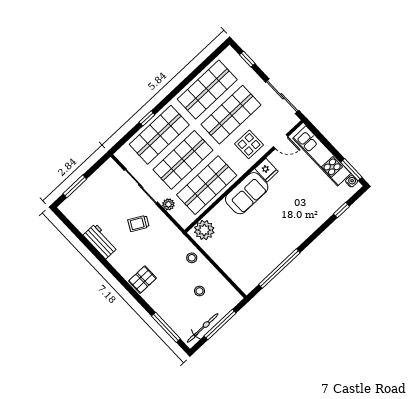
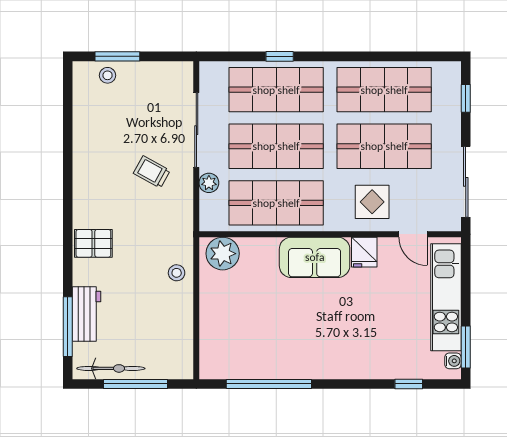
workbench: (100, 241) -> (86, 314), moved
stool: (199, 291) -> (108, 75), moved

